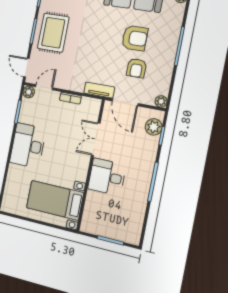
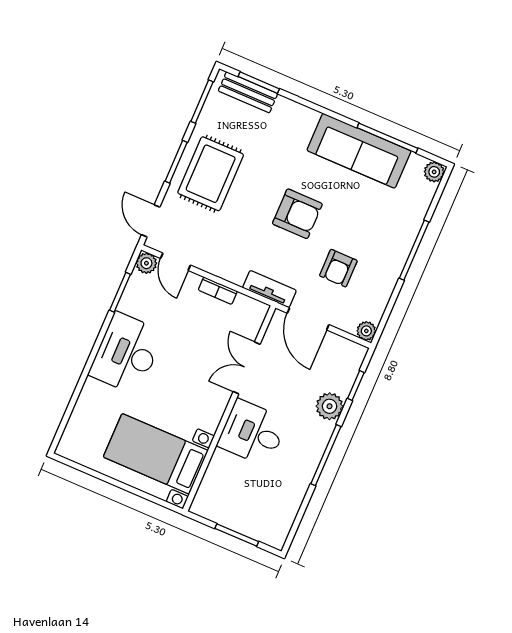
armchair: (135, 38) -> (297, 214), moved
door: (44, 87) -> (176, 262), swing flipped
plant: (154, 127) -> (330, 406), moved

